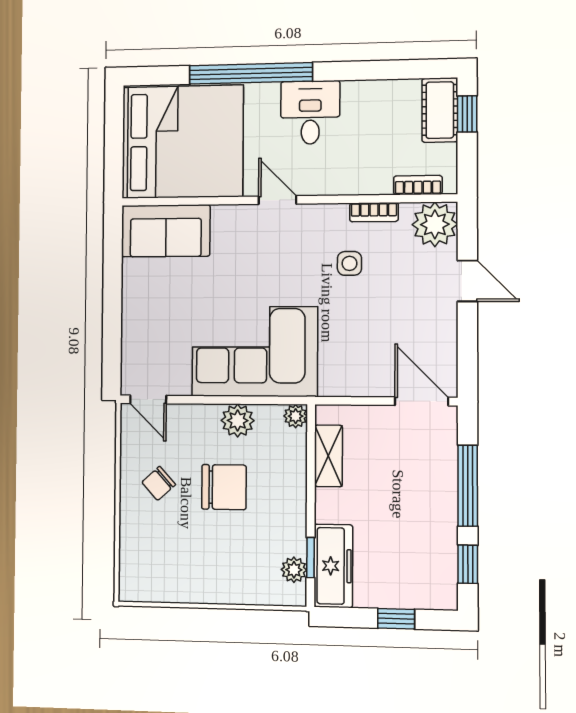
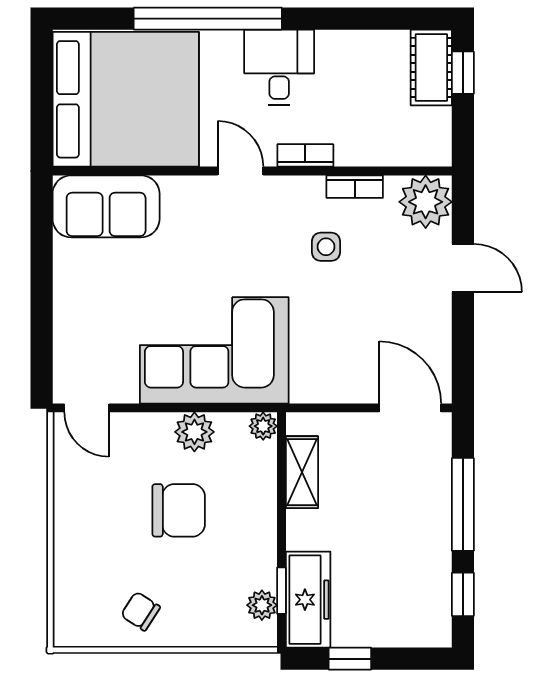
bookcase: (418, 185) -> (305, 155), moved
chair: (159, 483) -> (140, 611), moved, turned 75
window: (396, 619) -> (350, 659), moved

